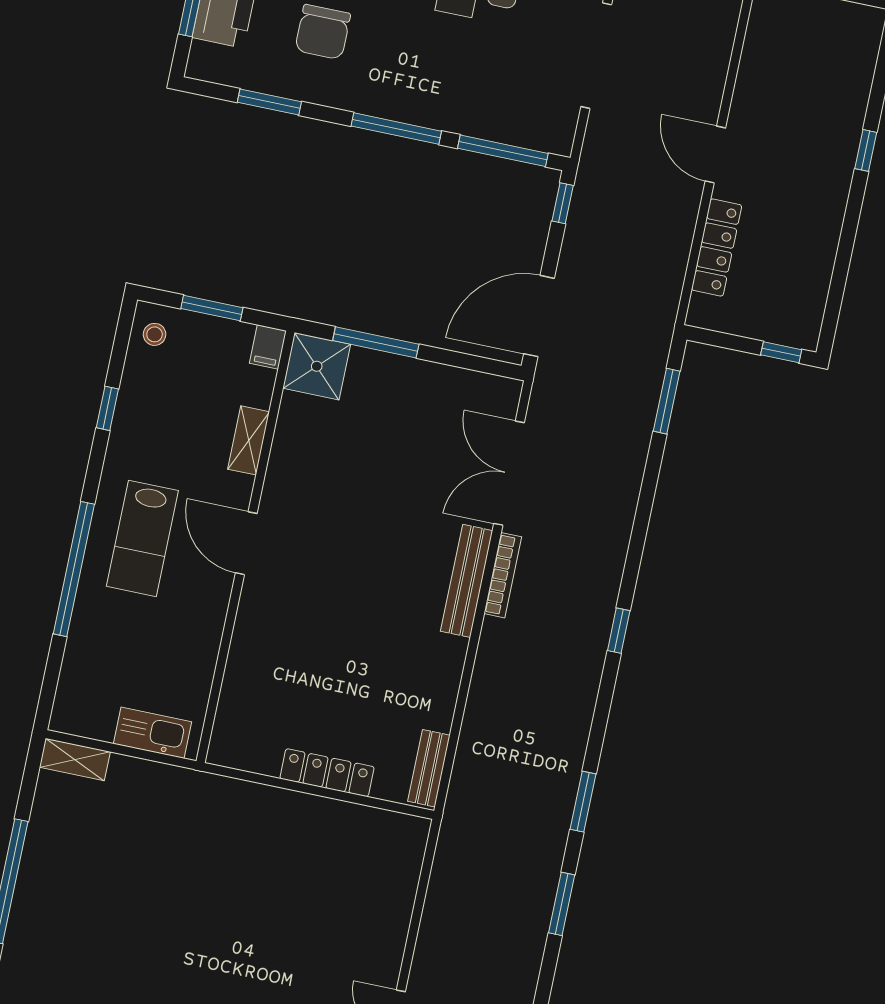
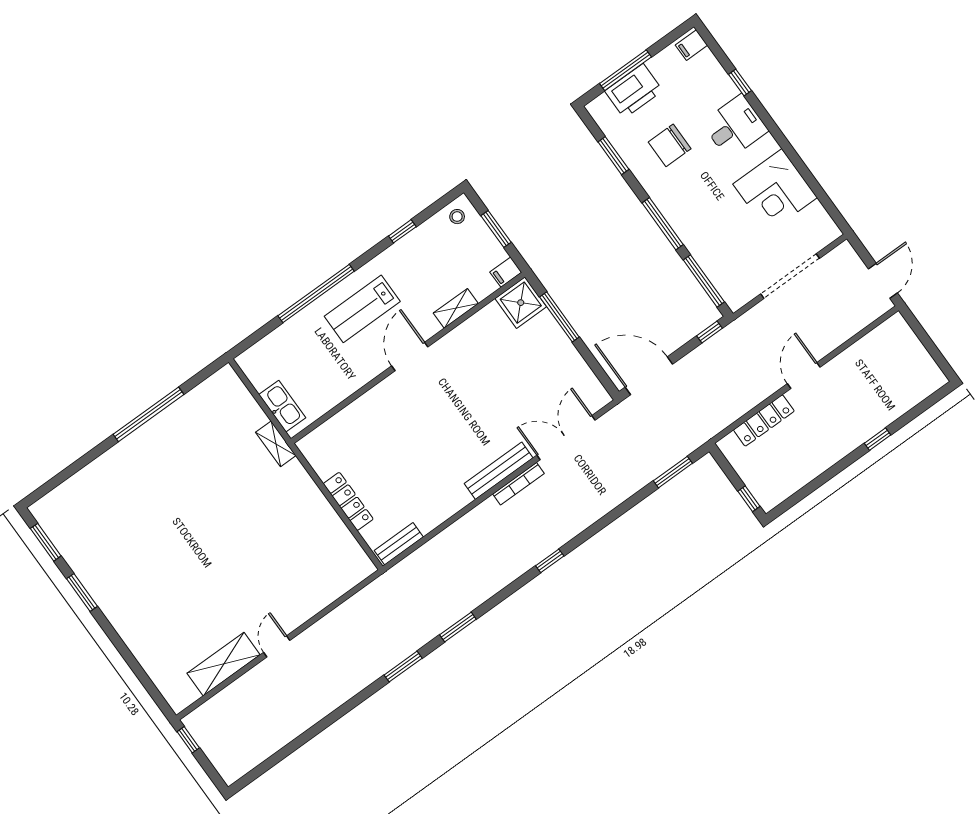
shelving: (75, 759) -> (276, 444), moved

